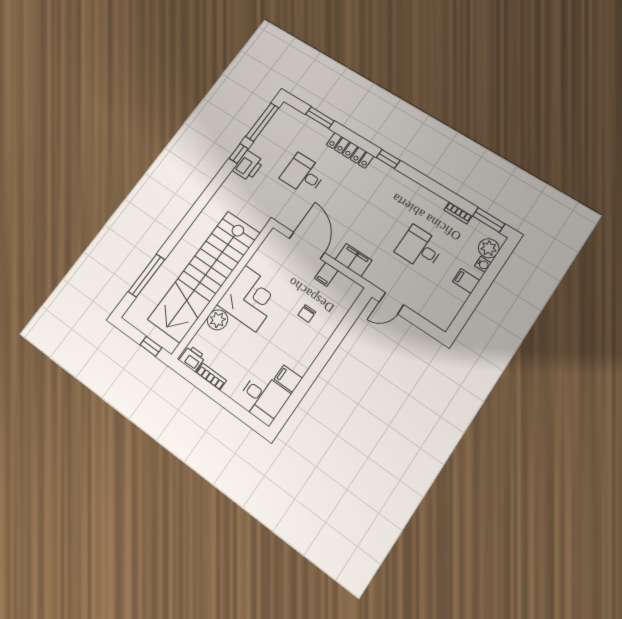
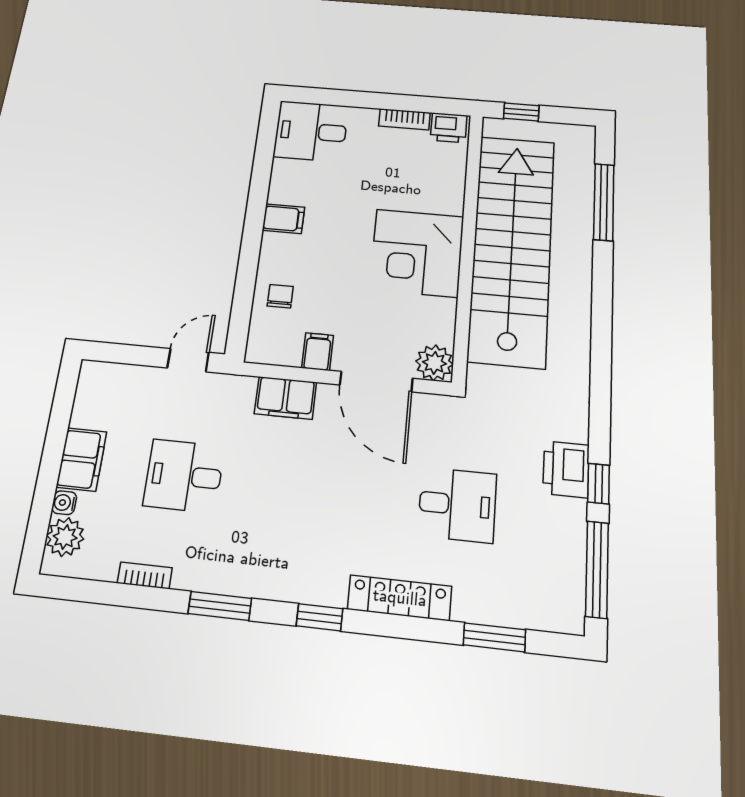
window: (489, 220) -> (220, 606), moved
desk: (420, 248) -> (184, 476), turned 180
filing cabinet: (466, 281) -> (81, 459), width x2.00
chair: (307, 313) -> (280, 296), moved
plant: (217, 320) -> (434, 363), moved
filing cabinet: (288, 379) -> (283, 219), moved

